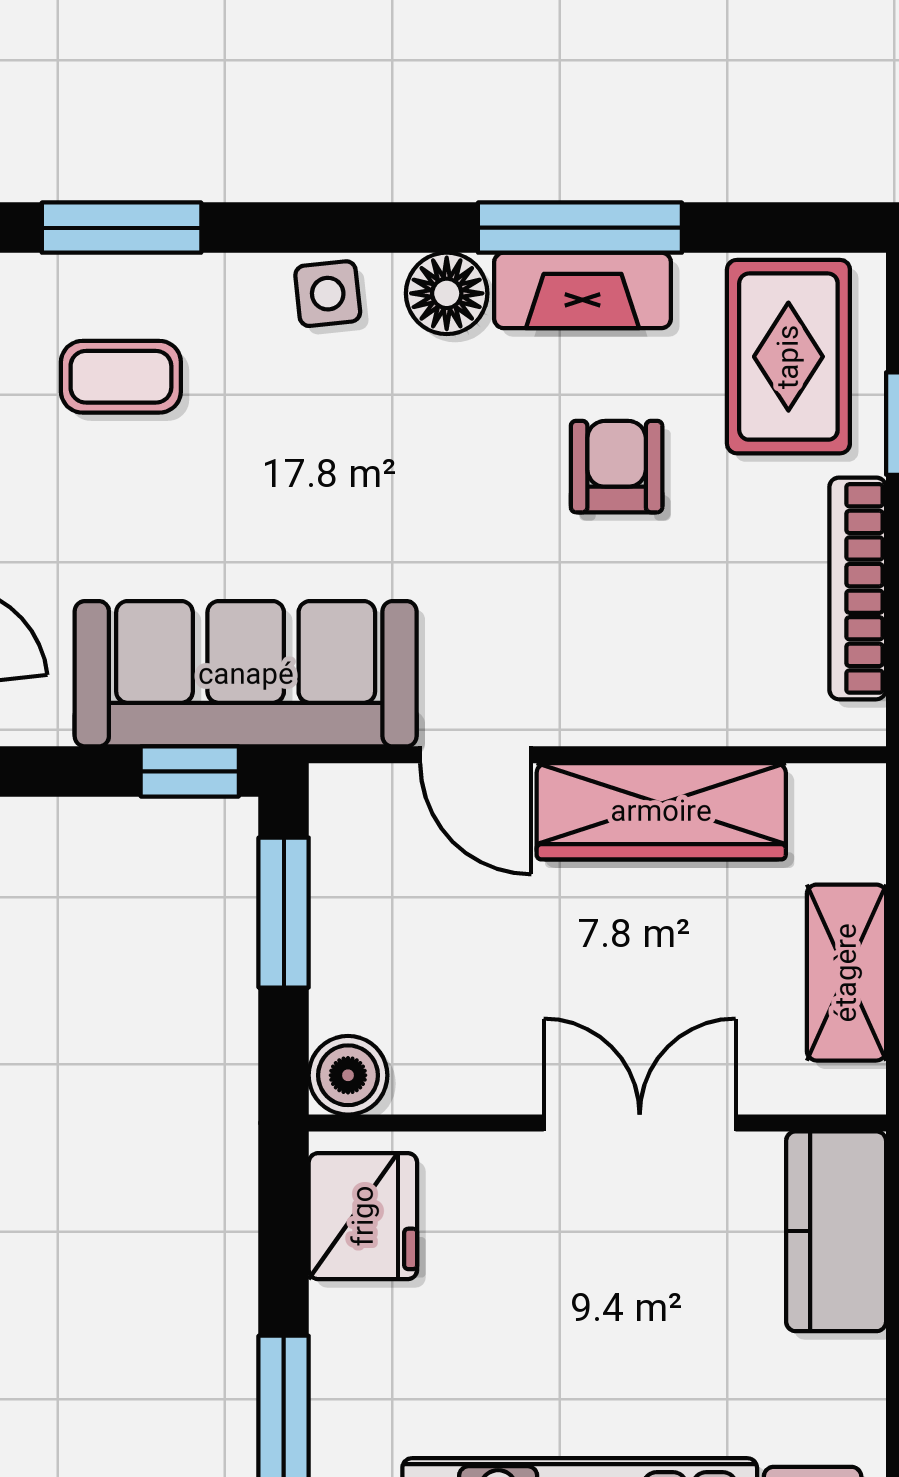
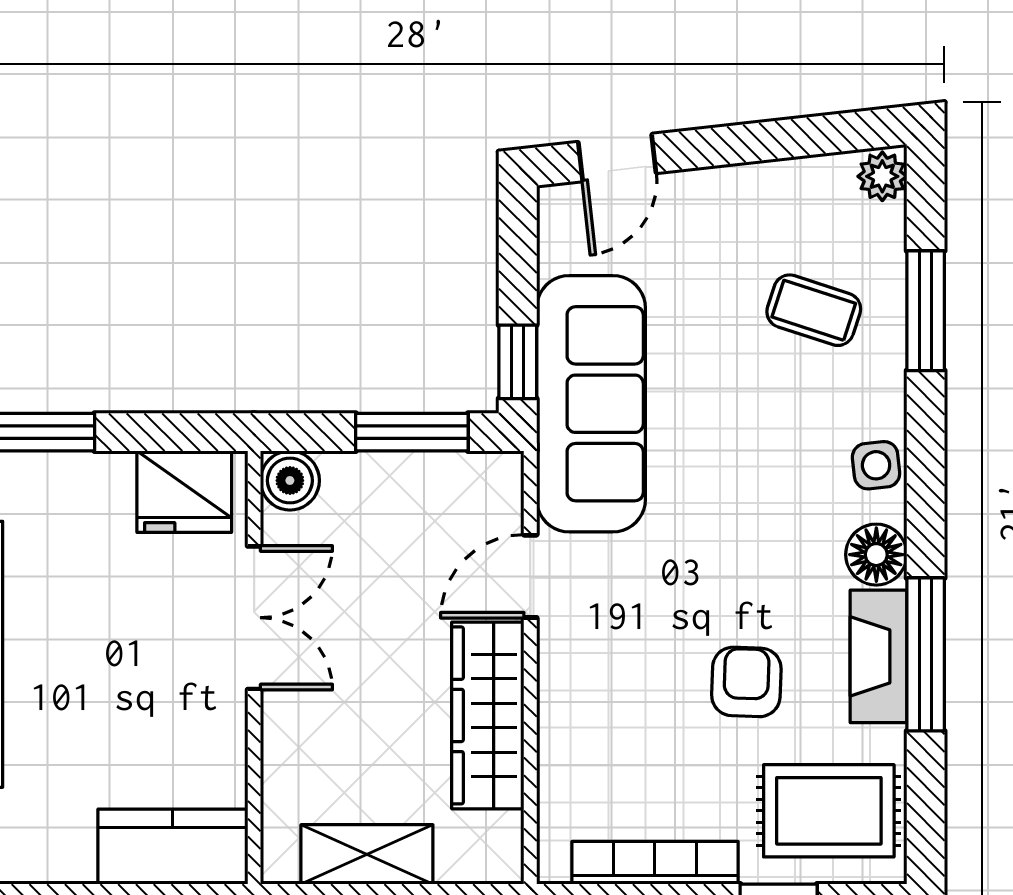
coffee table: (121, 377) -> (814, 310), turned -72
armchair: (617, 467) -> (746, 682), turned -88
double door: (640, 1123) -> (254, 618), moved

